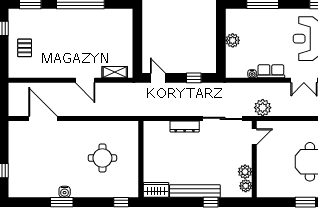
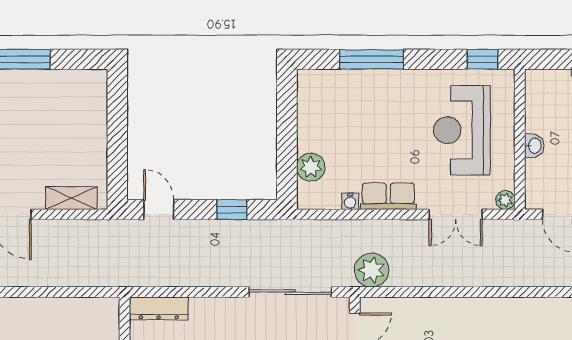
plant: (233, 40) -> (311, 167), moved
dresser: (185, 126) -> (159, 308), moved

